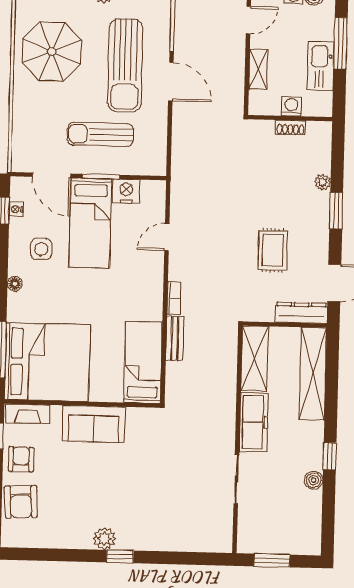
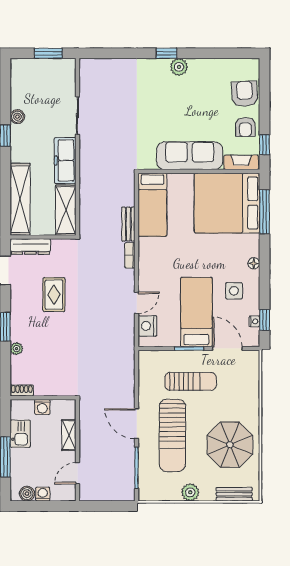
sun lounger: (125, 65) -> (172, 435), turned 180
kitchen sink: (321, 66) -> (20, 434), width x0.73
shoe rack: (291, 128) -> (22, 390), moved
nightstand: (126, 191) -> (148, 326), moved, turned 90
sofa: (94, 424) -> (190, 156), width x1.36

